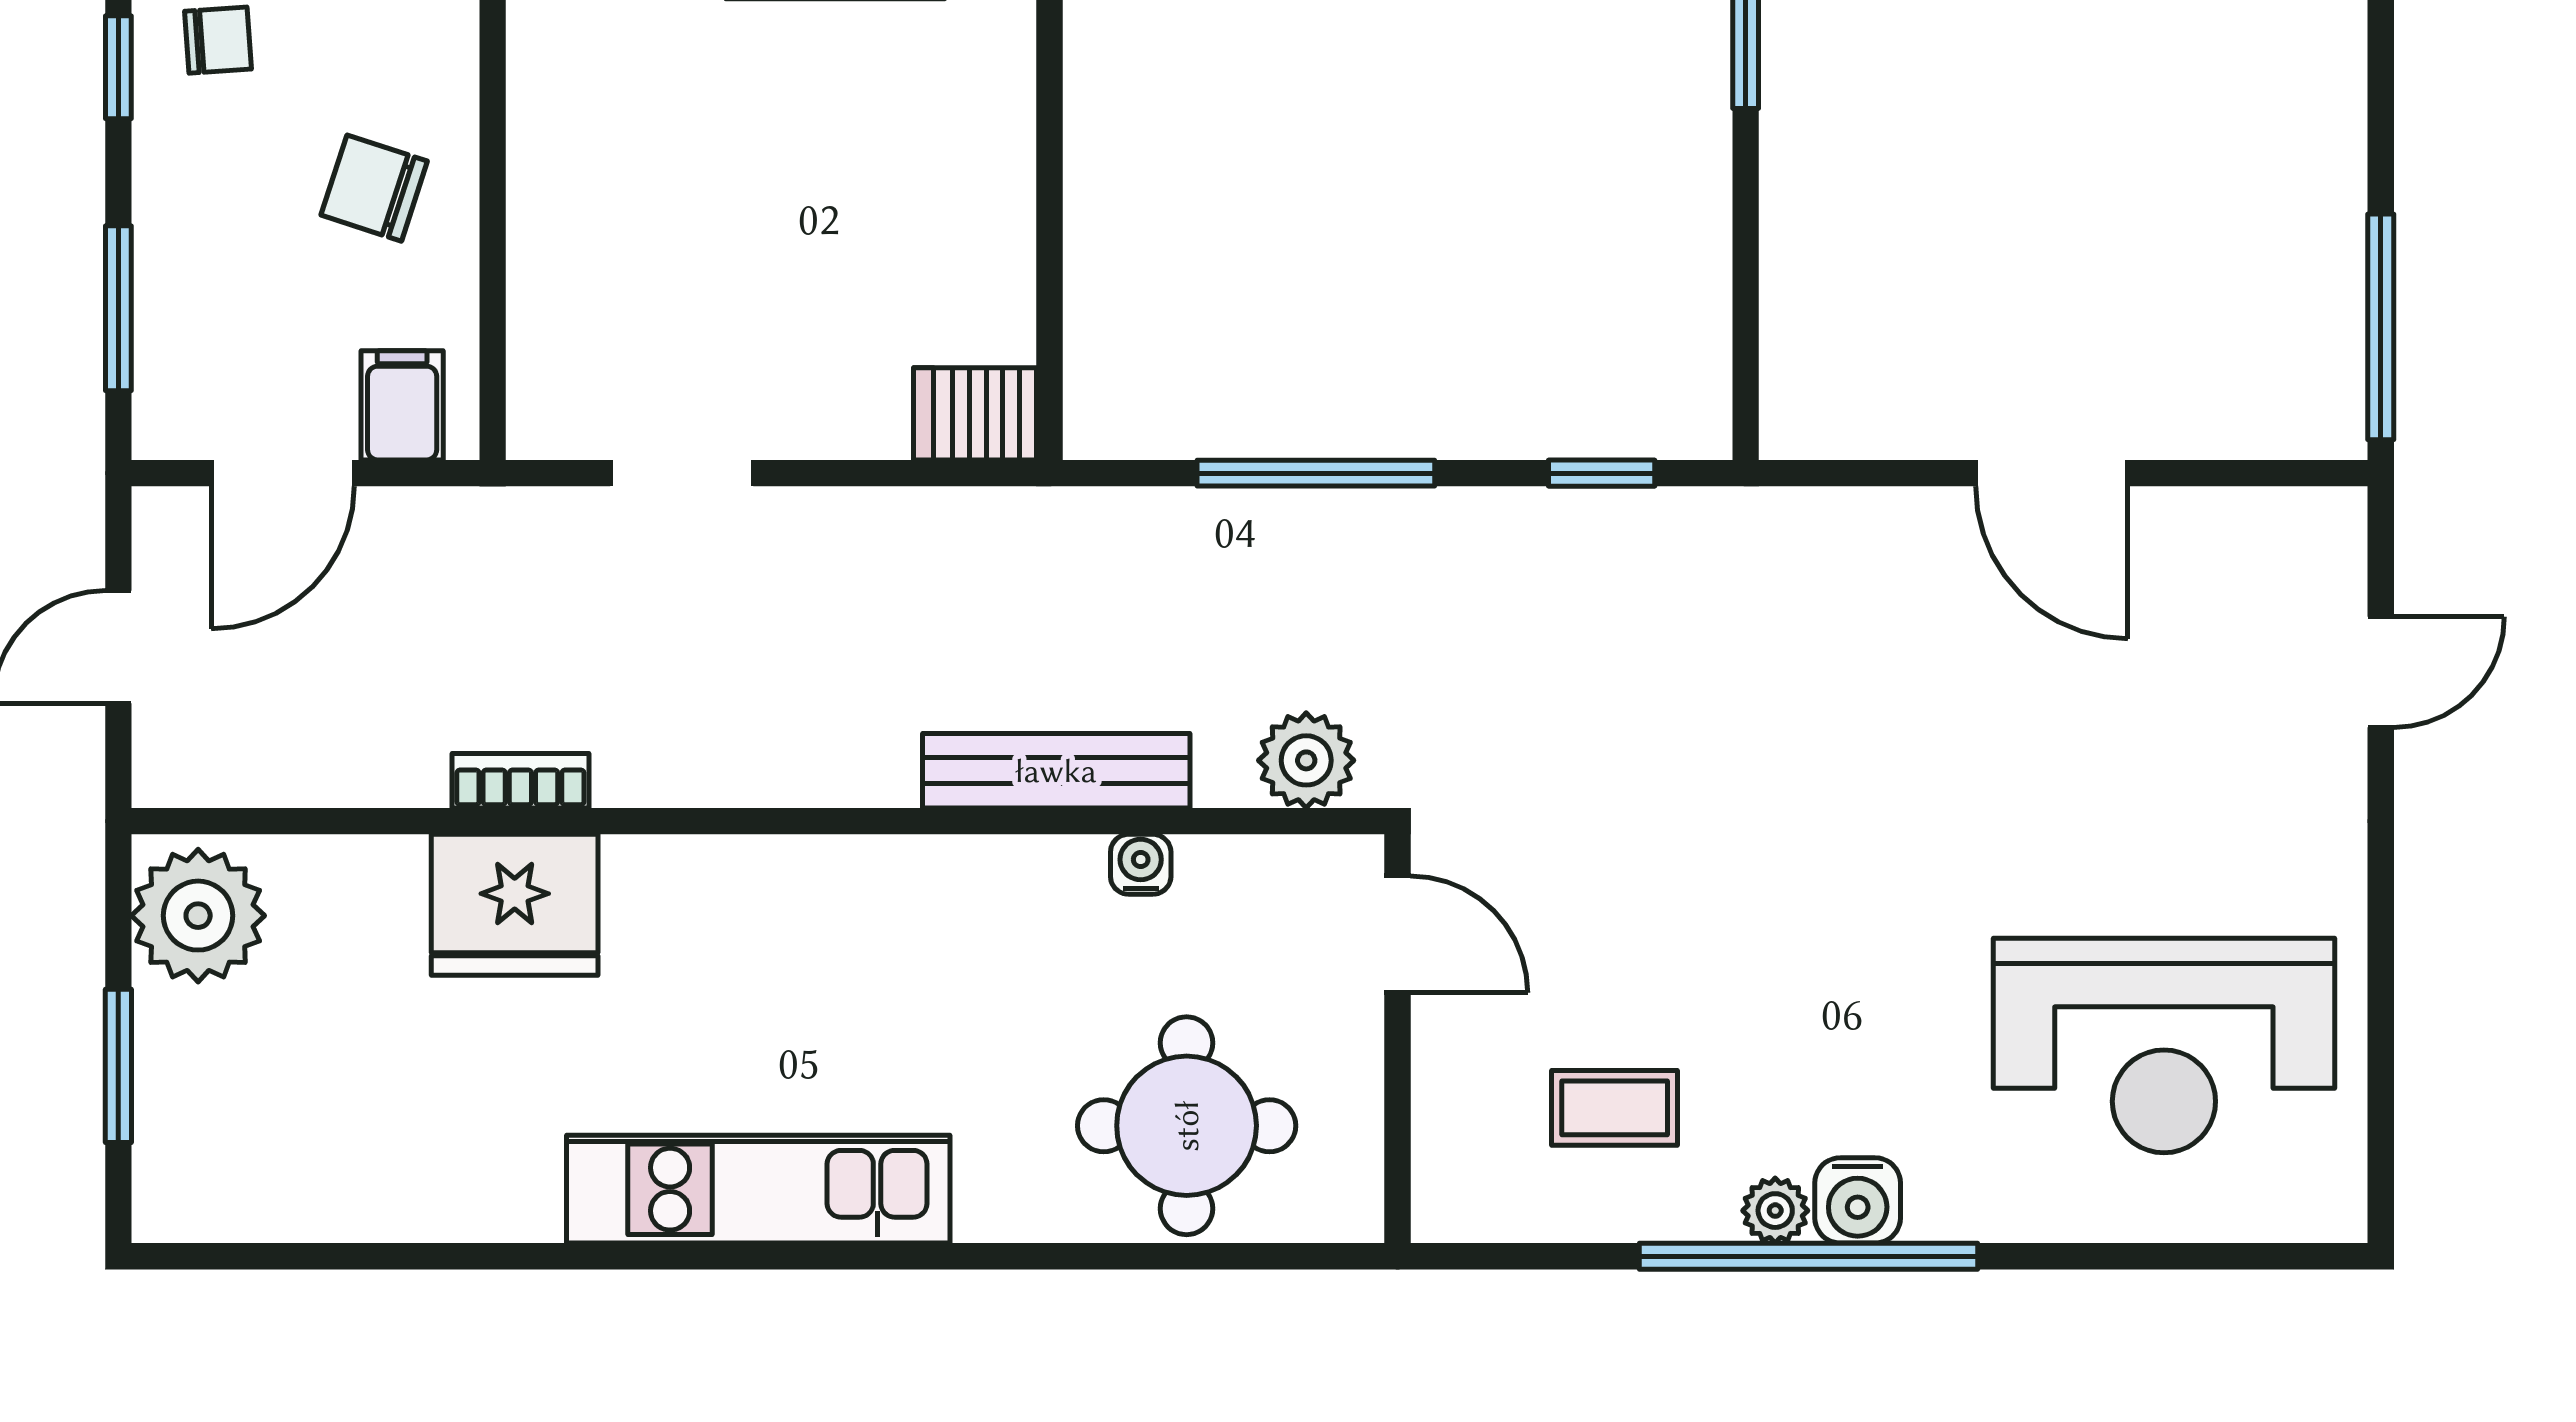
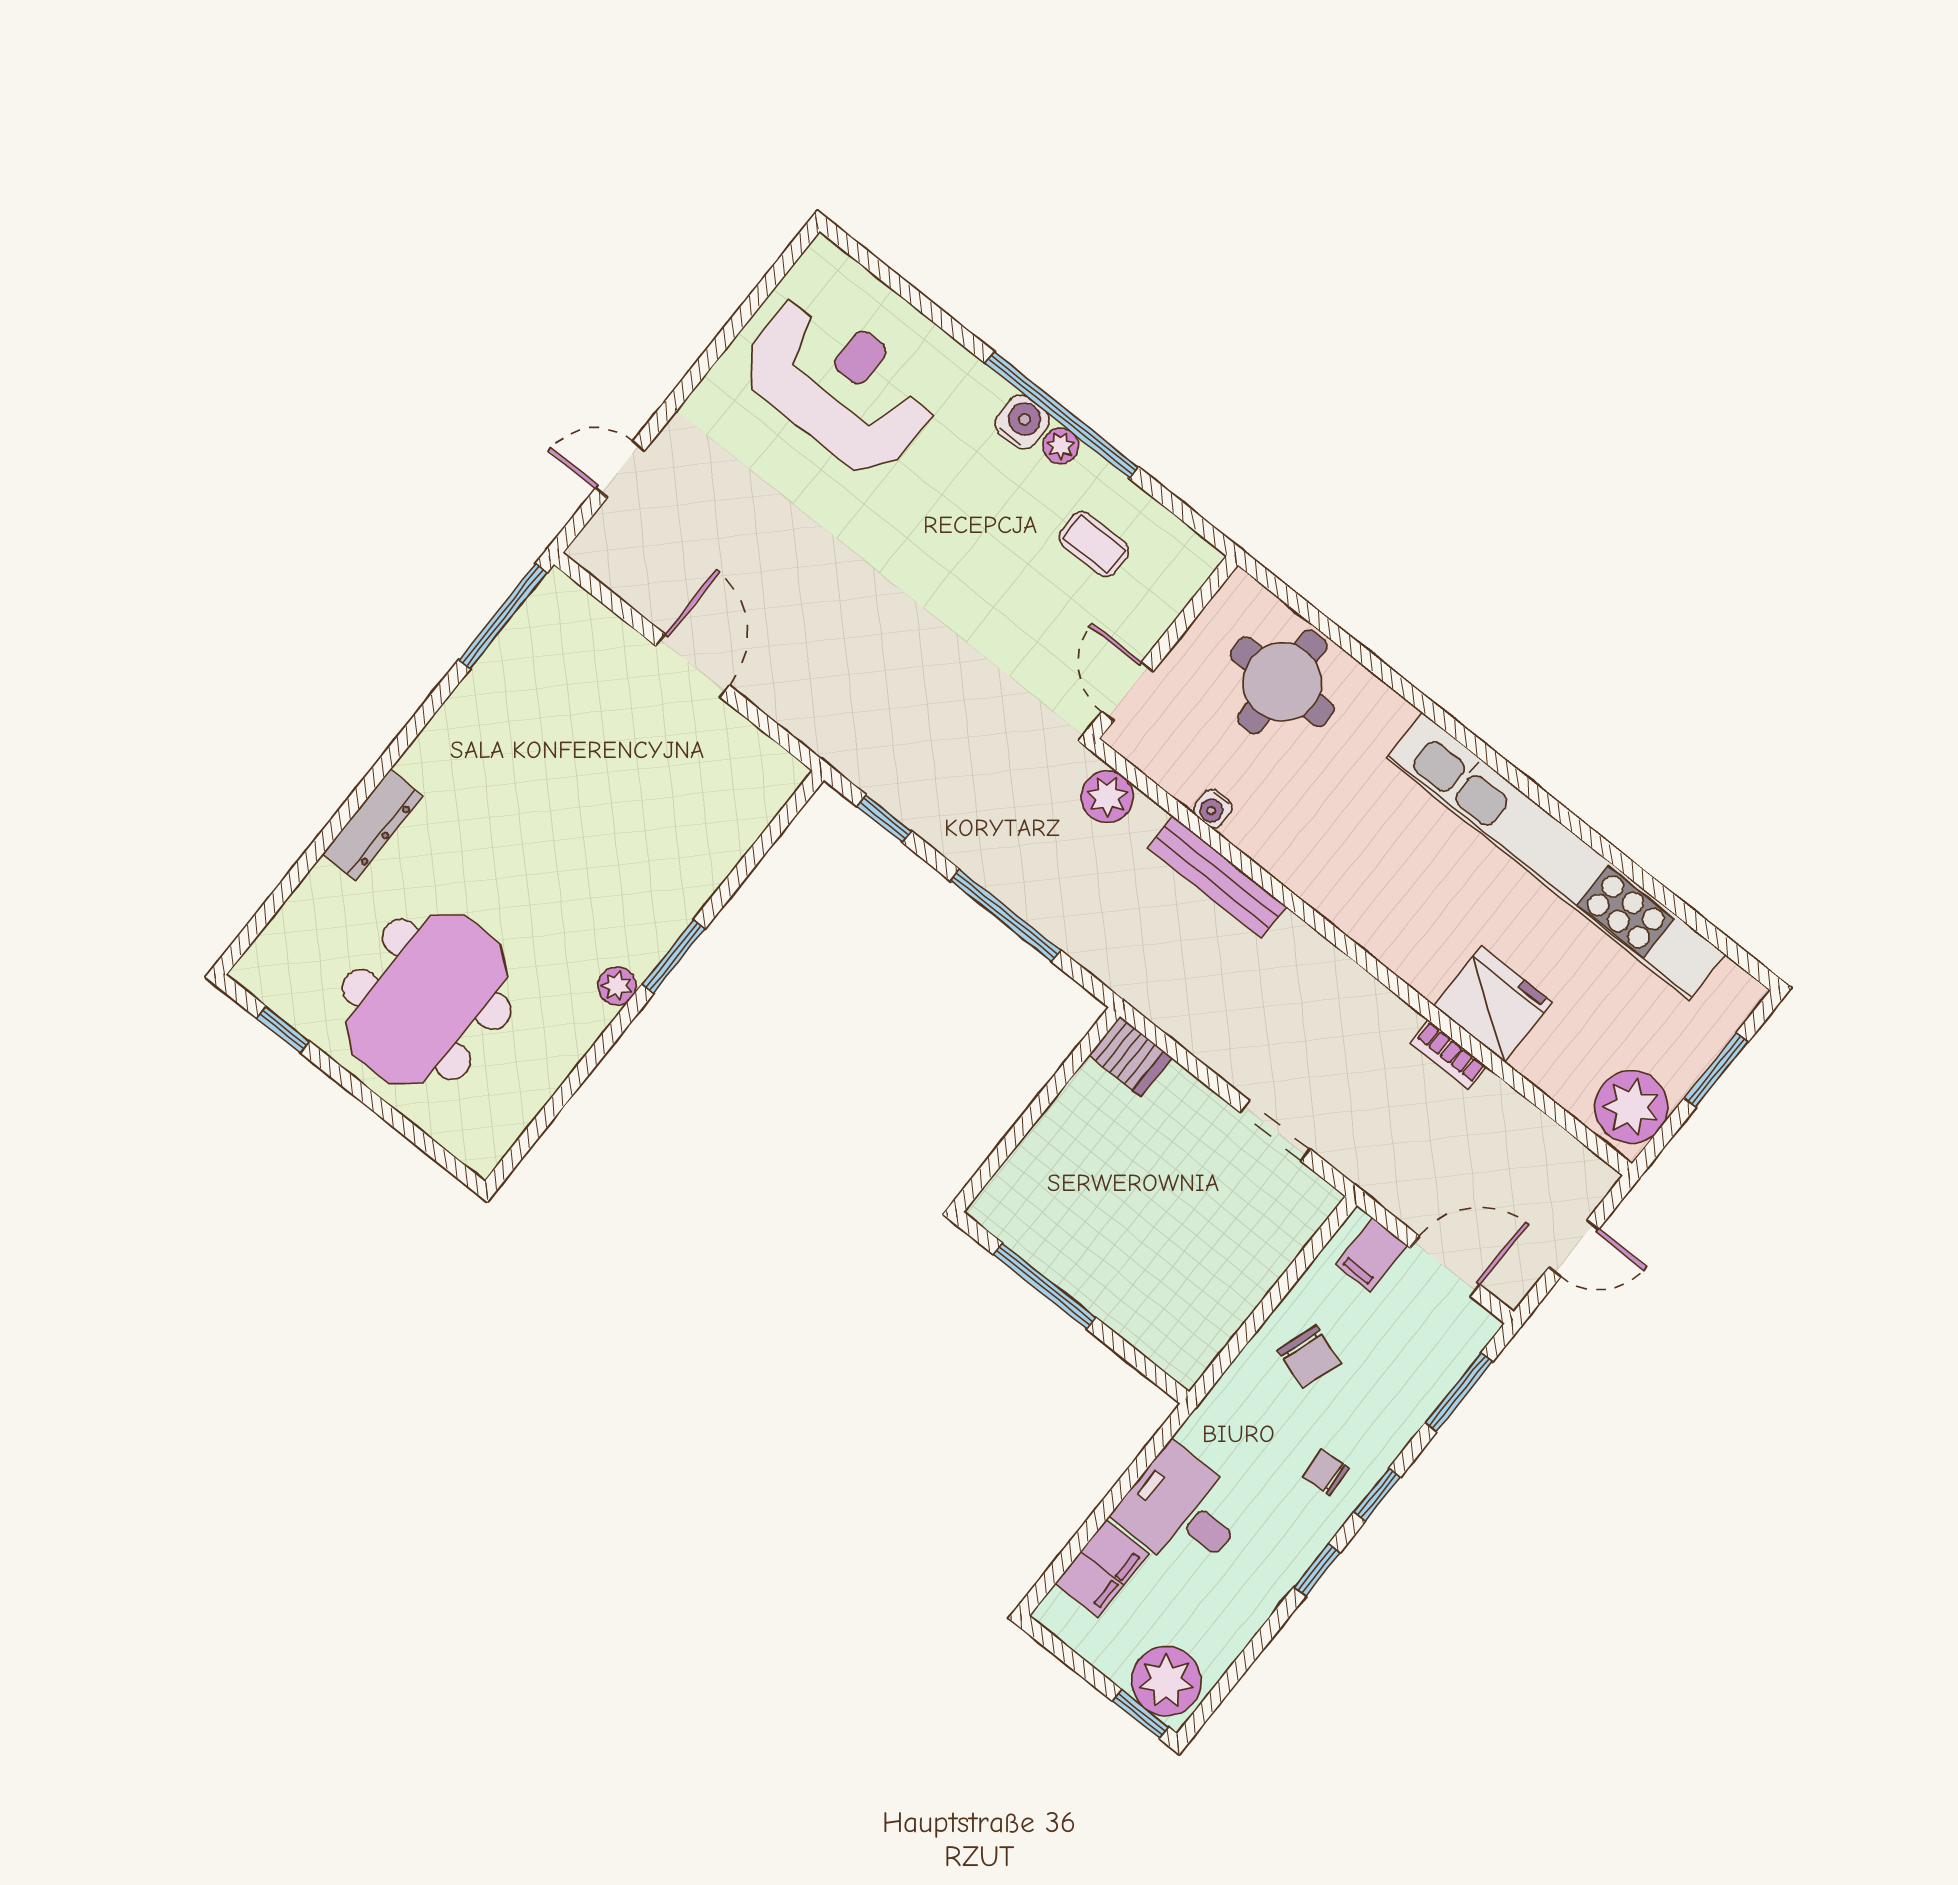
kitchen unit: (758, 1189) -> (1556, 856), width x1.86

